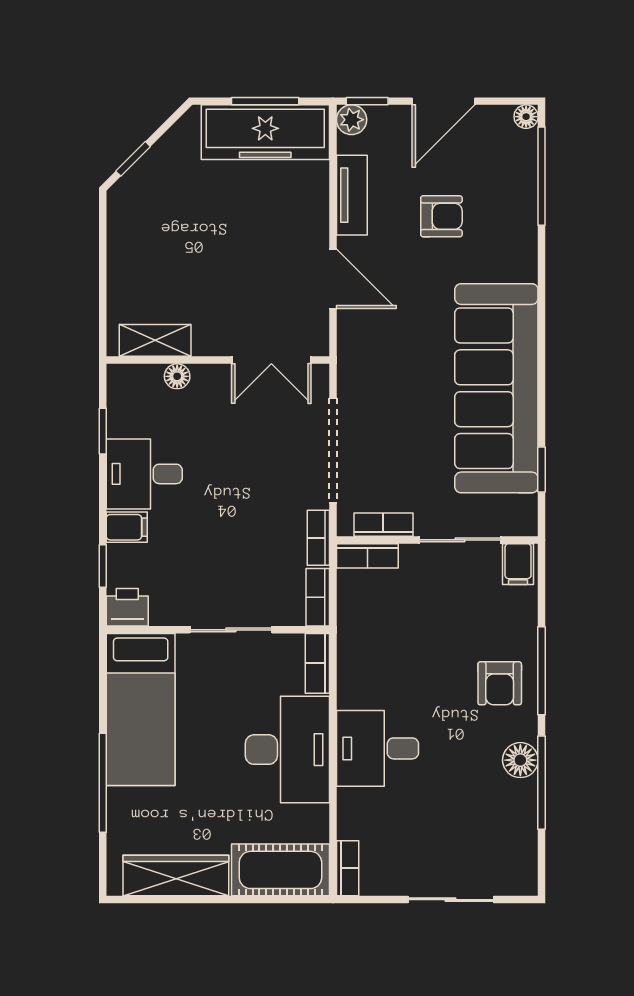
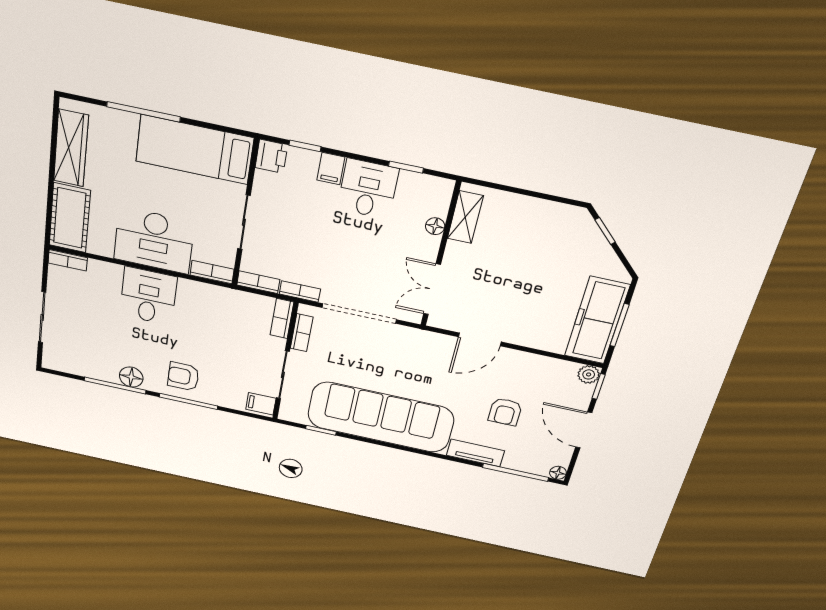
tv unit: (352, 195) -> (475, 453), moved, turned 180

